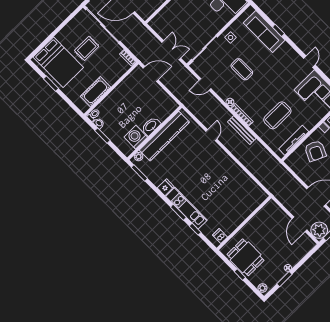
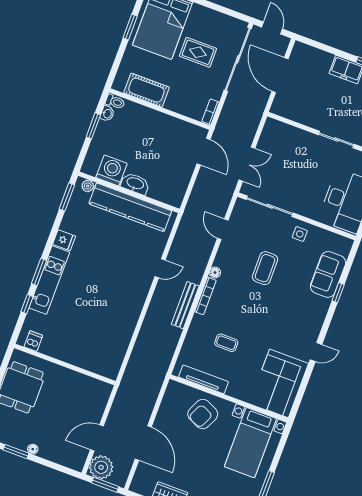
sofa: (264, 32) -> (328, 274), width x0.73
coffee table: (277, 115) -> (226, 343), width x0.54, depth x0.58

